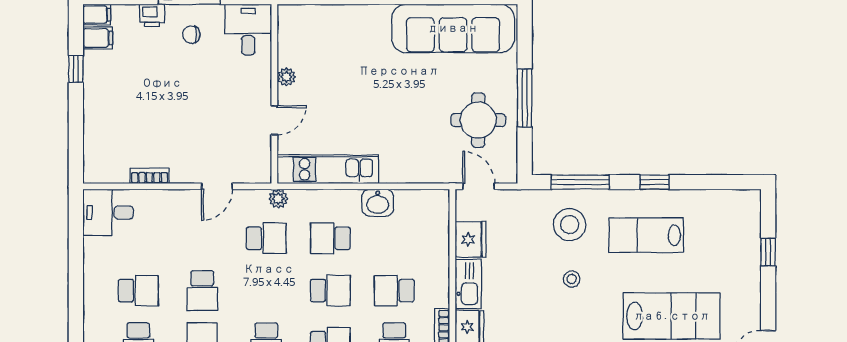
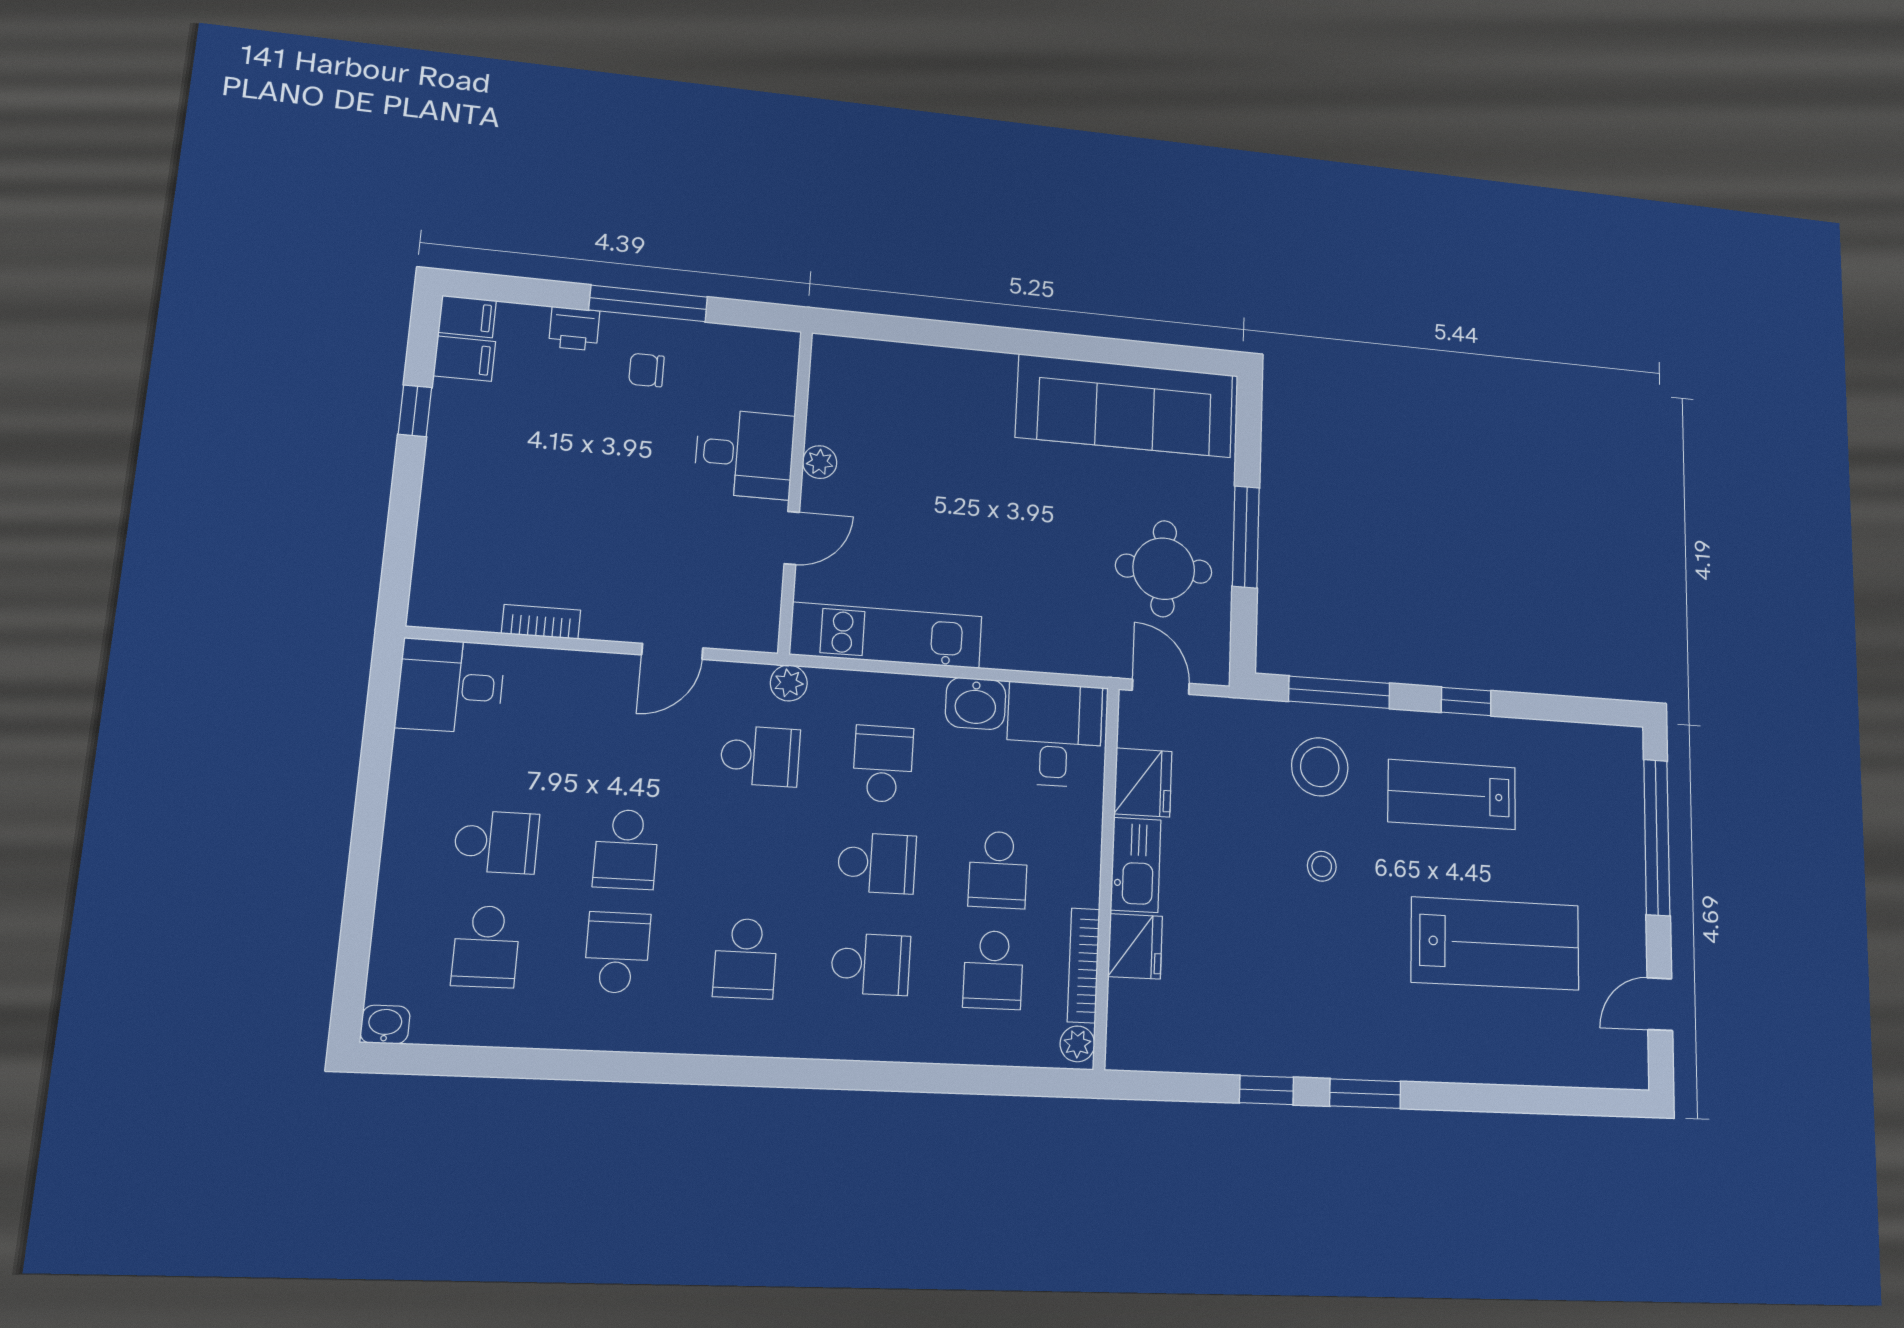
desk: (248, 30) -> (745, 454), moved, turned 90
desk: (421, 217) -> (1054, 735), added
school desk: (330, 238) -> (883, 764), turned 90
window: (768, 252) -> (1657, 837), width x3.17
school desk: (394, 291) -> (998, 870), turned -90

